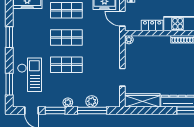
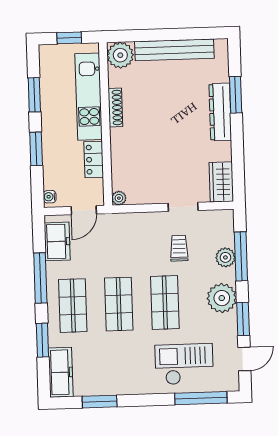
window: (9, 37) -> (100, 402), moved
trolley: (98, 74) -> (179, 248), added
window: (9, 84) -> (201, 398), width x1.44
wardrobe: (142, 100) -> (221, 182), width x0.67
plant: (68, 102) -> (222, 298), width x1.88, depth x1.88

